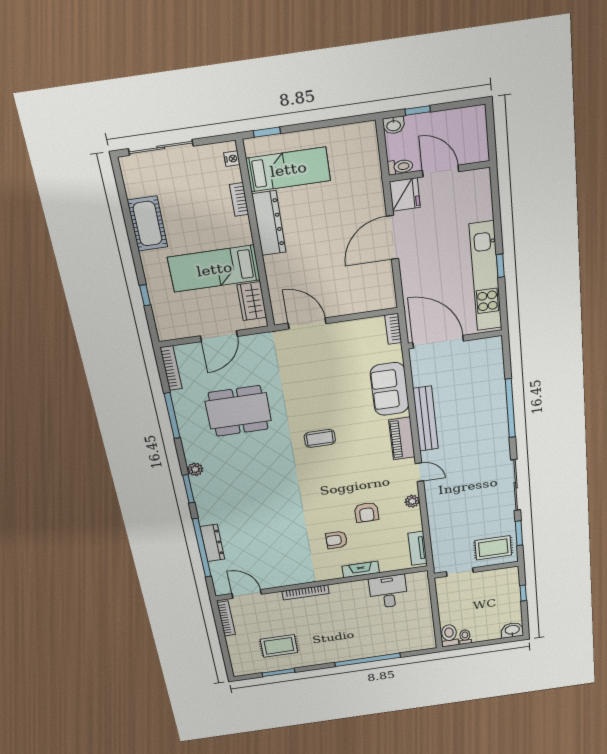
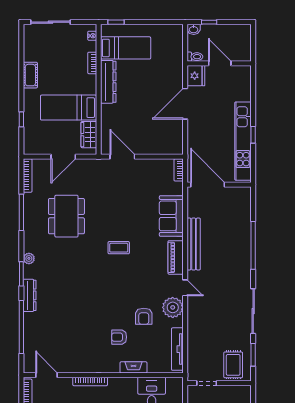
cot: (148, 224) -> (30, 75), width x0.73, depth x0.75
dining table: (238, 411) -> (66, 216), turned 90
plant: (412, 501) -> (173, 307), width x1.88, depth x1.88
dresser: (212, 543) -> (30, 295), moved
tv unit: (418, 548) -> (177, 349), width x1.41
rug: (493, 548) -> (233, 365), turned 90

